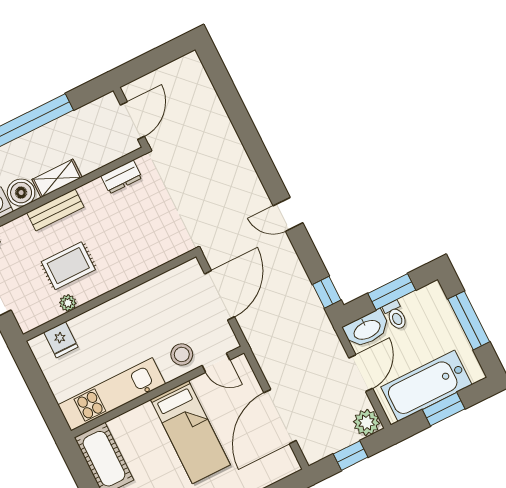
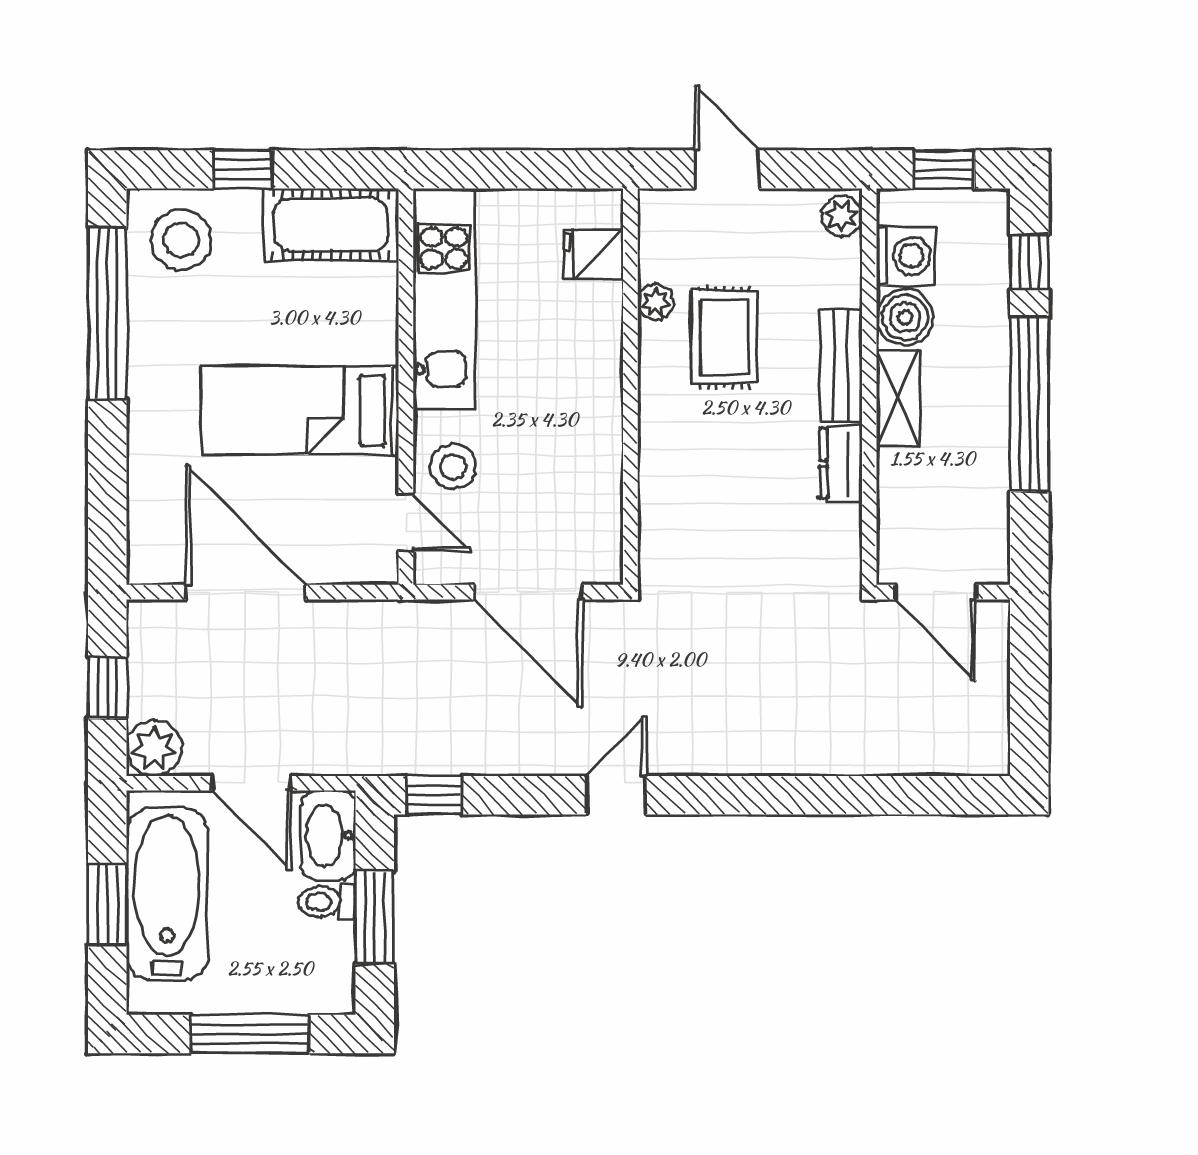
dresser: (121, 177) -> (841, 463), moved
door: (216, 363) -> (406, 523), swing flipped

